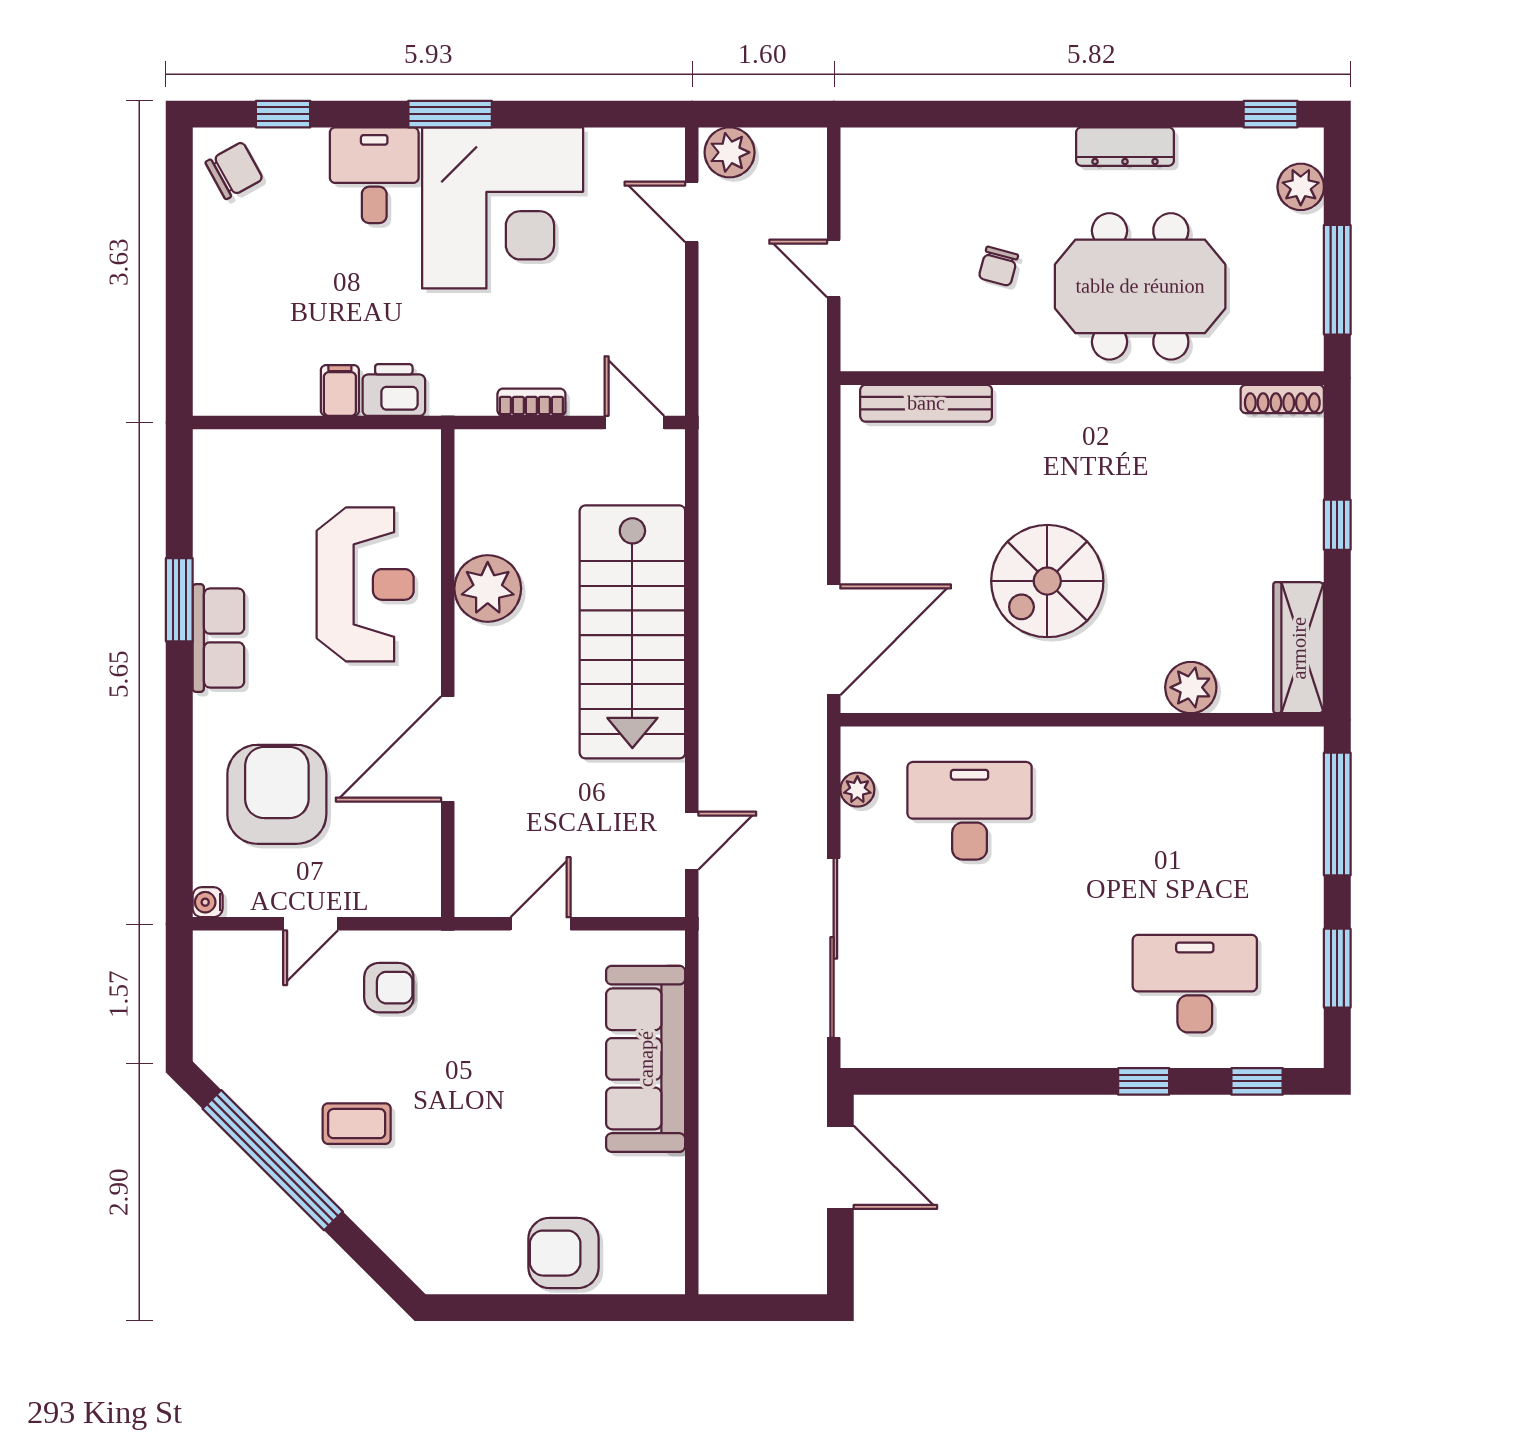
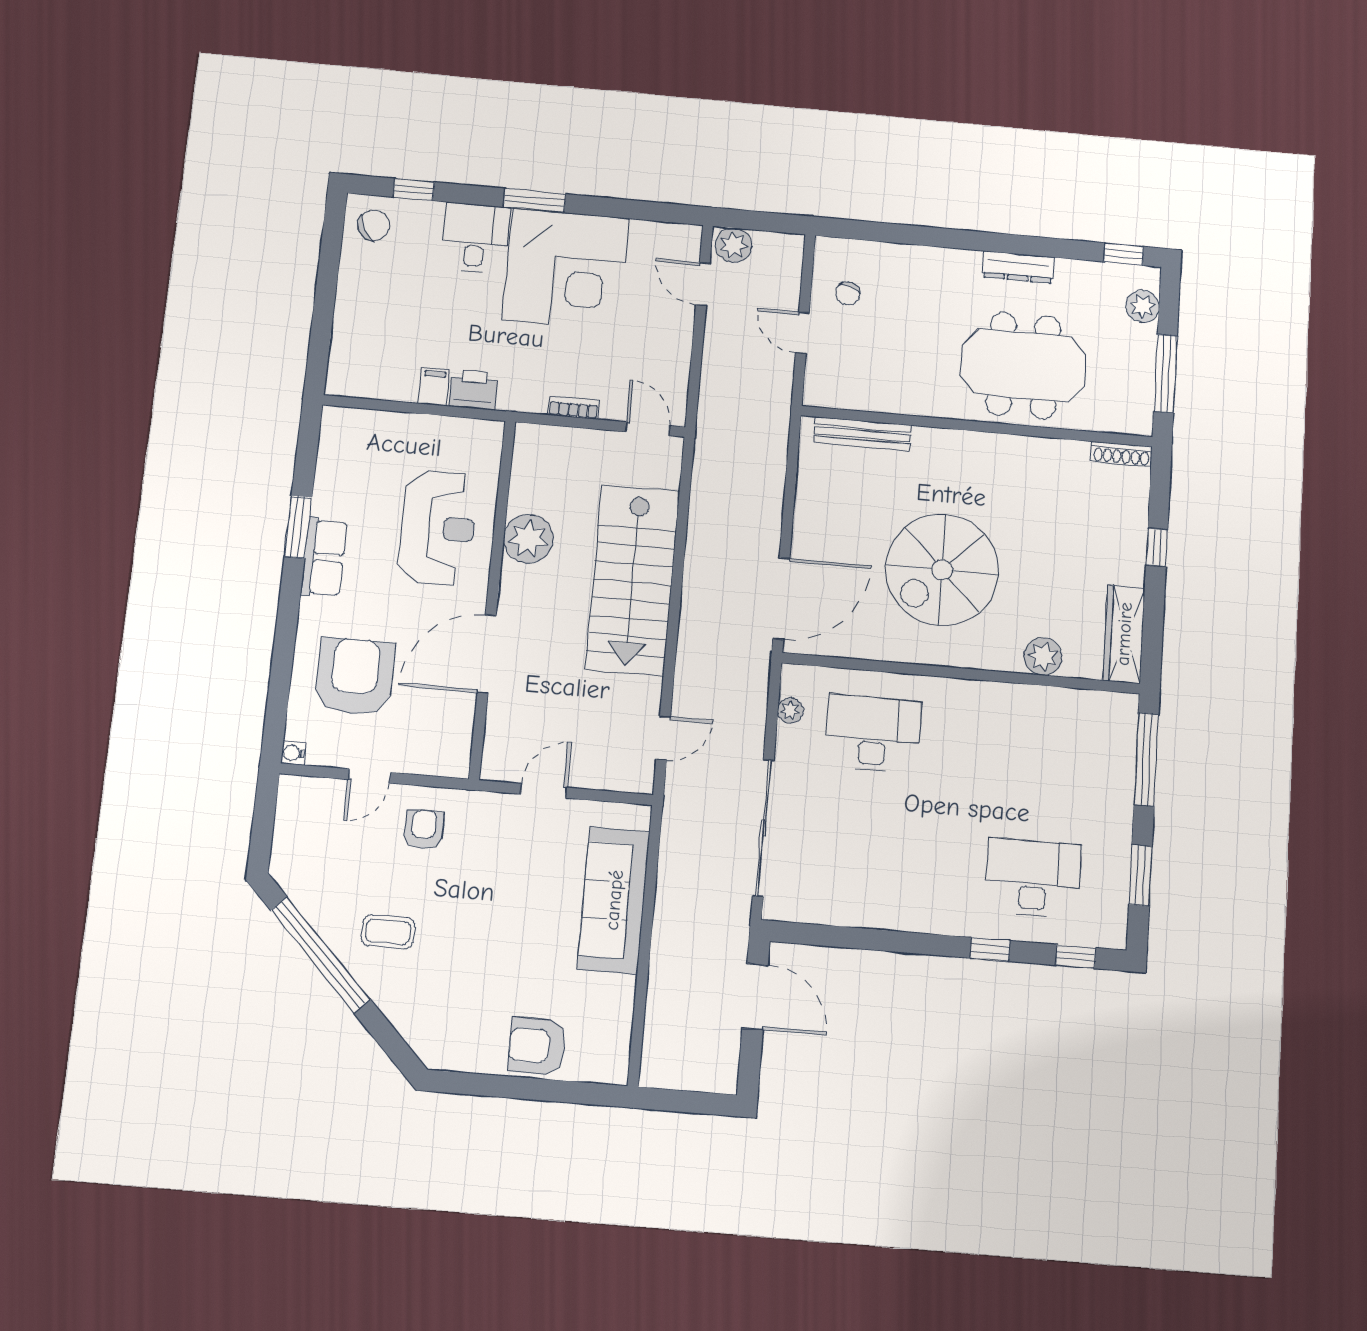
chair: (998, 266) -> (848, 294), moved
spiral stairs: (1047, 581) -> (942, 570), width x1.37, depth x1.37
armchair: (389, 988) -> (424, 829), turned -90

